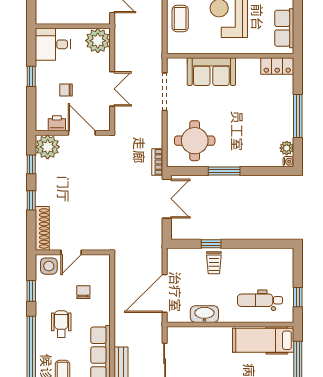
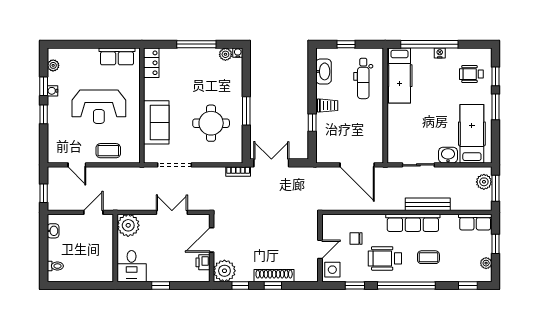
chair: (66, 90) -> (173, 254), removed
round table: (195, 141) -> (211, 123), moved
shoe rack: (42, 228) -> (274, 276), moved
door: (71, 252) -> (320, 249), hinge flipped
trolley: (214, 263) -> (328, 106), moved
window: (298, 297) -> (346, 44), moved
washbasin: (204, 314) -> (324, 71), moved, turned 180
wheelchair: (61, 324) -> (385, 258), width x1.36, depth x1.37

